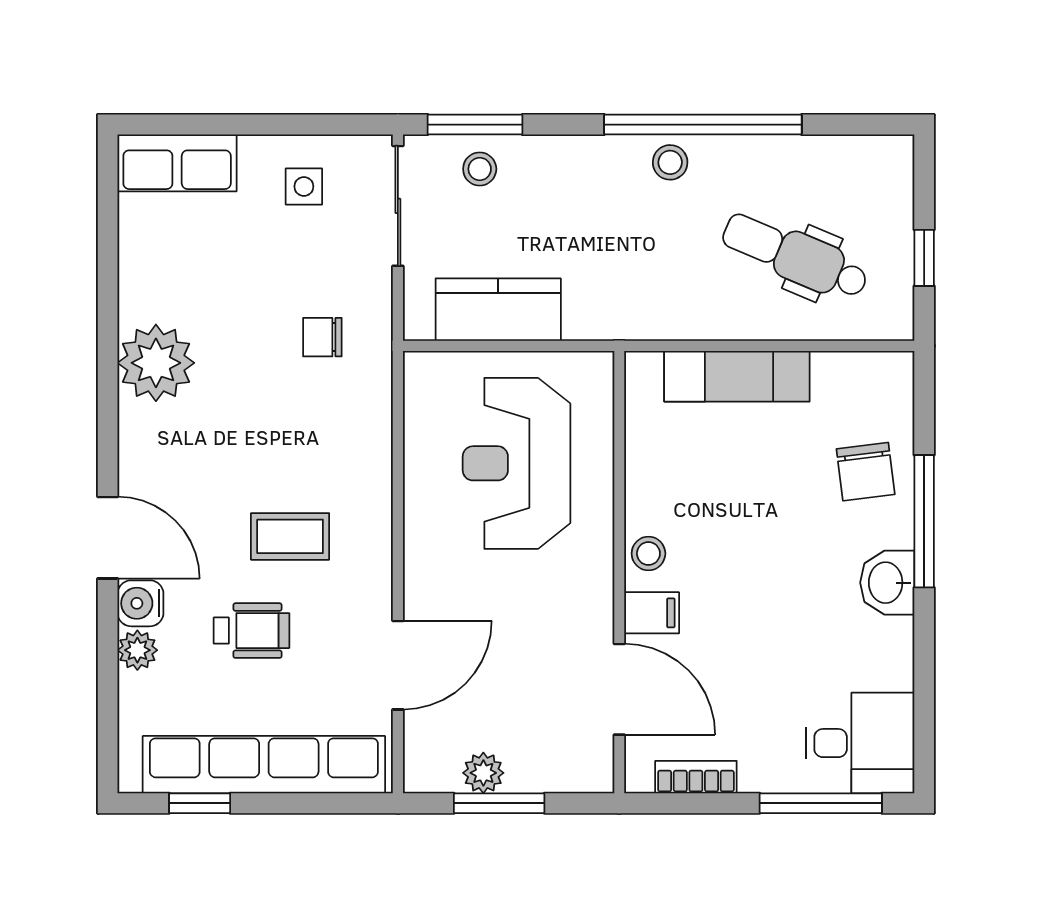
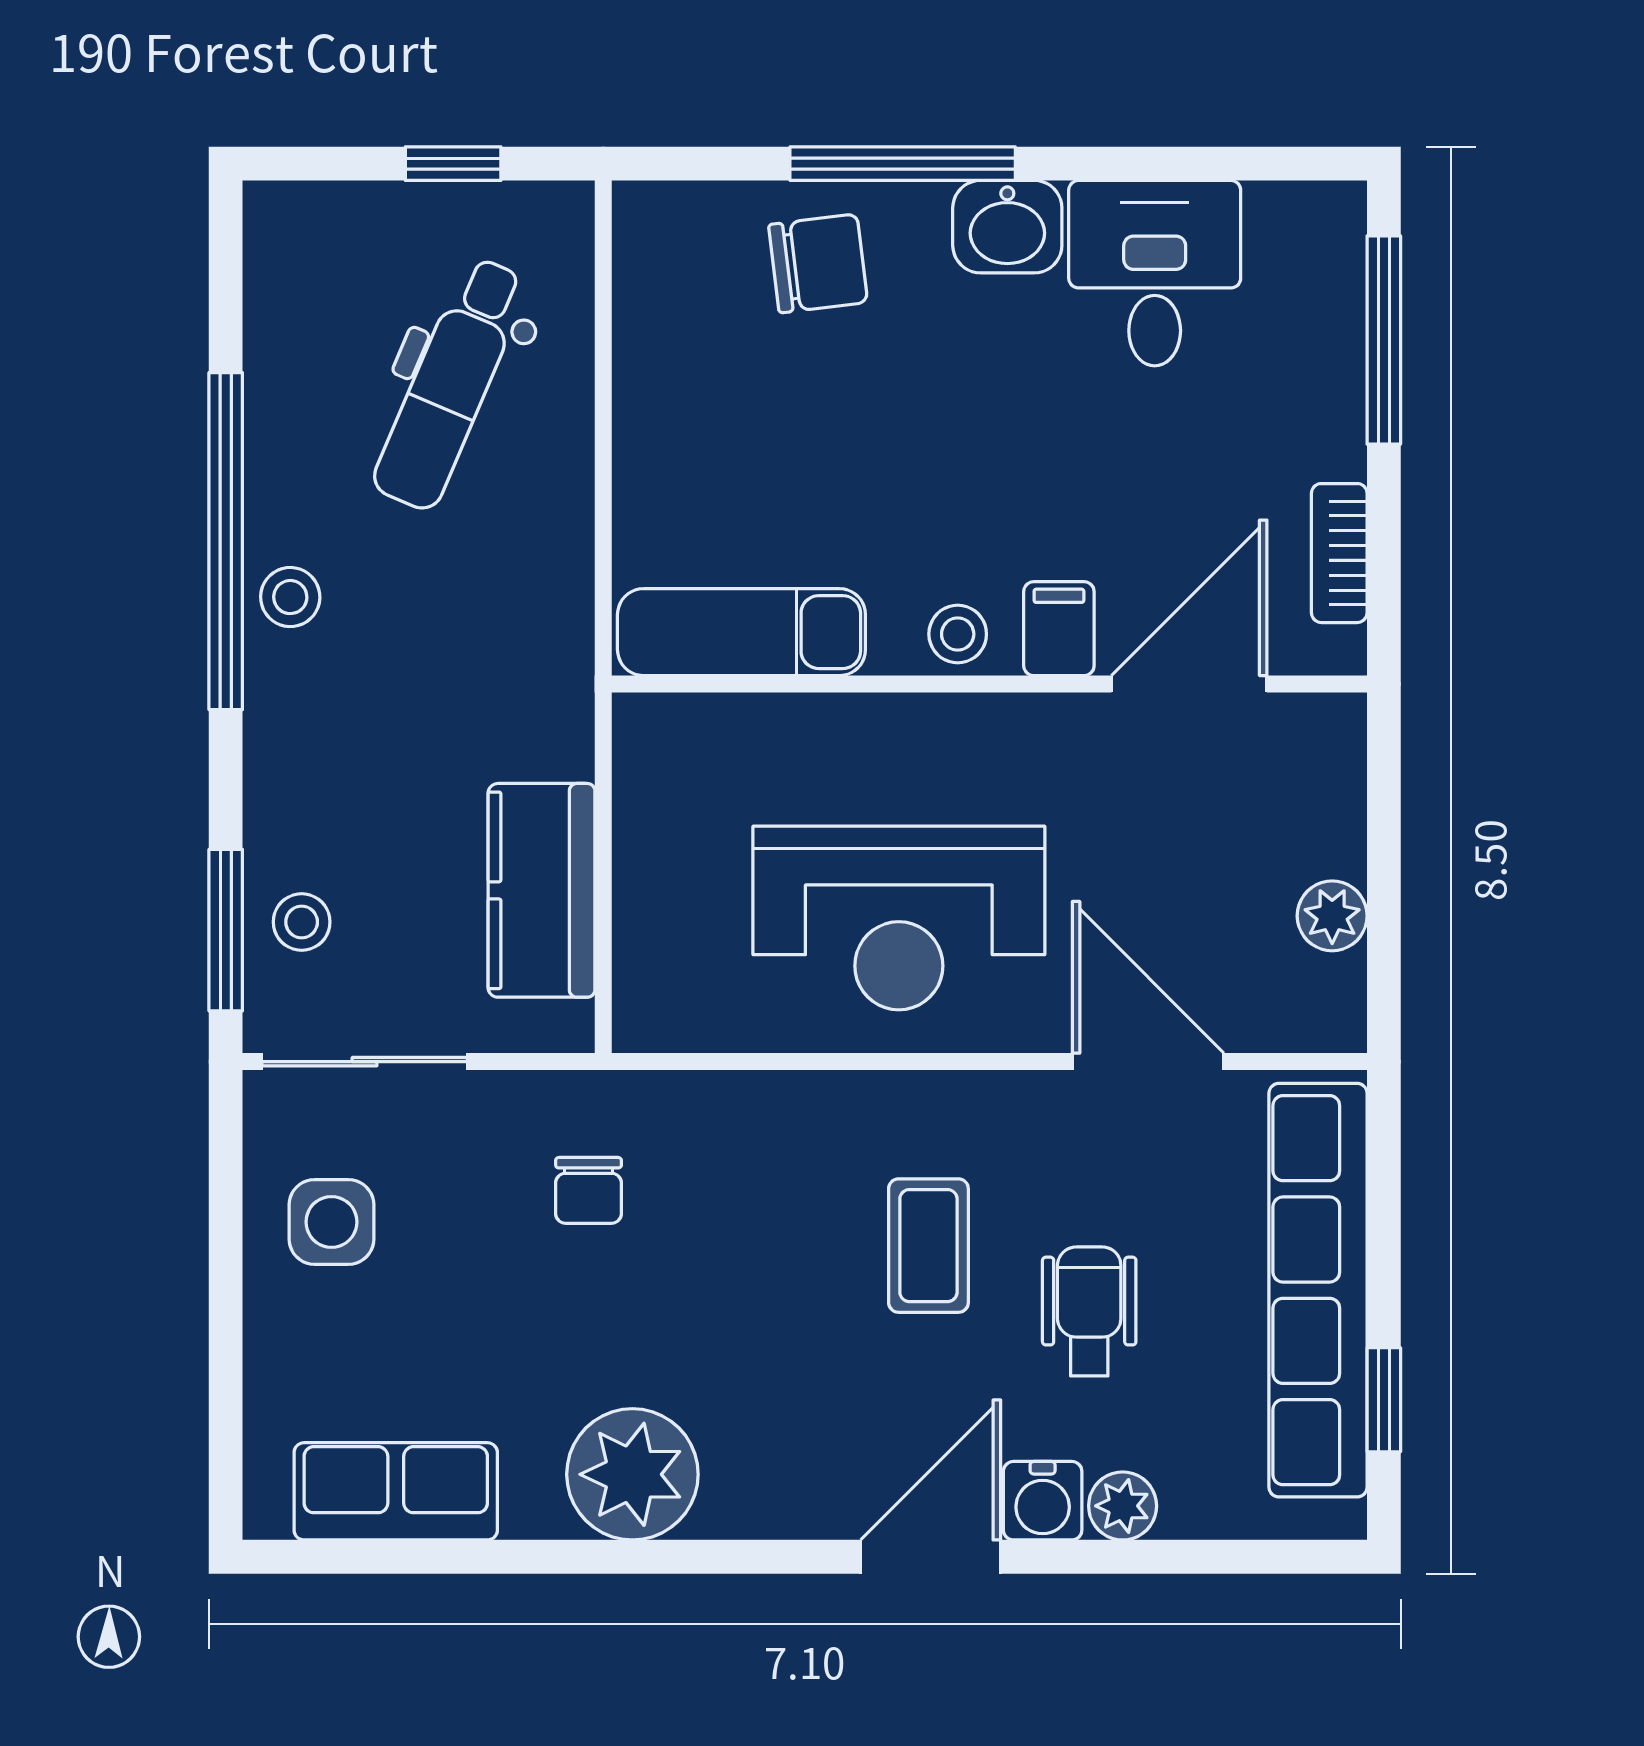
row of seats: (177, 163) -> (396, 1491), moved, turned -90
side table: (304, 186) -> (331, 1222), width x1.37, depth x1.37
exam couch: (737, 376) -> (741, 632), moved, turned -90
reception desk: (517, 463) -> (899, 918), moved
desk: (860, 743) -> (1155, 273), moved
window: (499, 803) -> (1384, 889), removed

